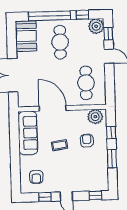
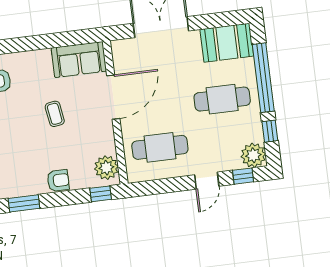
sofa: (28, 133) -> (79, 59), width x0.73
window: (111, 133) -> (101, 194), moved
armchair: (87, 141) -> (58, 180), moved
window: (112, 158) -> (24, 203), moved

